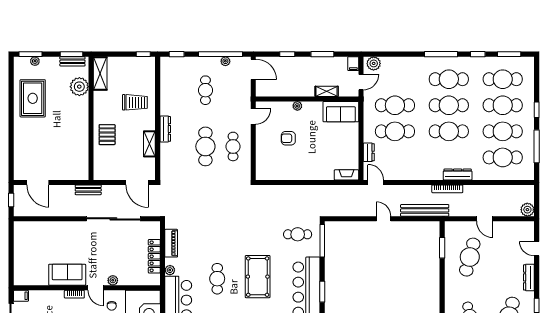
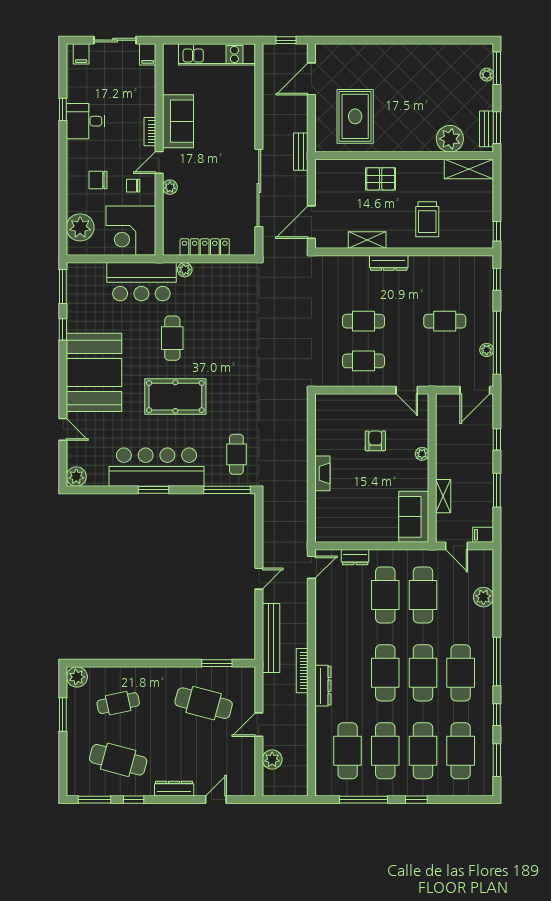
plant: (374, 63) -> (483, 597), moved
rug: (33, 98) -> (355, 116), moved, turned 90
cafe table: (205, 146) -> (363, 321), width x0.73, depth x0.74
fireplace: (346, 175) -> (322, 473), moved
plant: (527, 210) -> (272, 759), moved
piano: (171, 243) -> (224, 271), removed
kitchen unit: (21, 248) -> (217, 54), added
cafe table: (217, 279) -> (172, 338), turned 90

